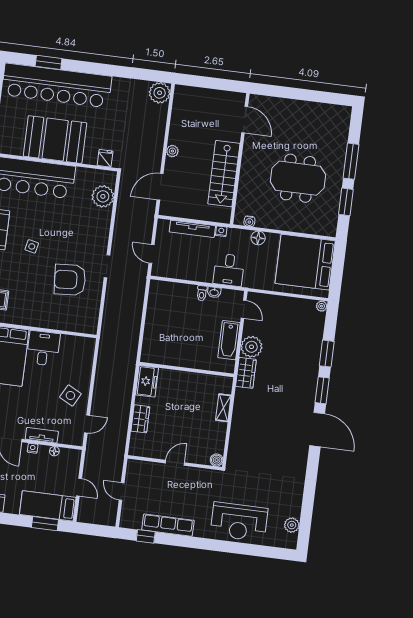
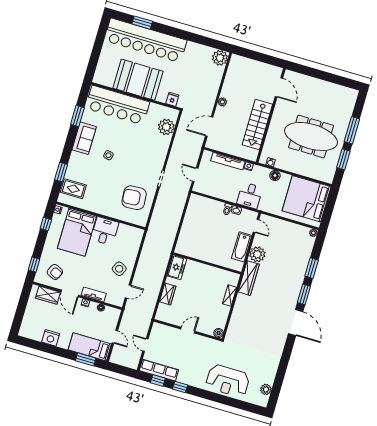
meeting table: (298, 178) -> (311, 136), width x1.36
armchair: (70, 280) -> (134, 198), moved
wardrobe: (246, 373) -> (249, 278), width x1.50
row of seats: (168, 525) -> (159, 370), moved
window: (177, 540) -> (180, 387), added

